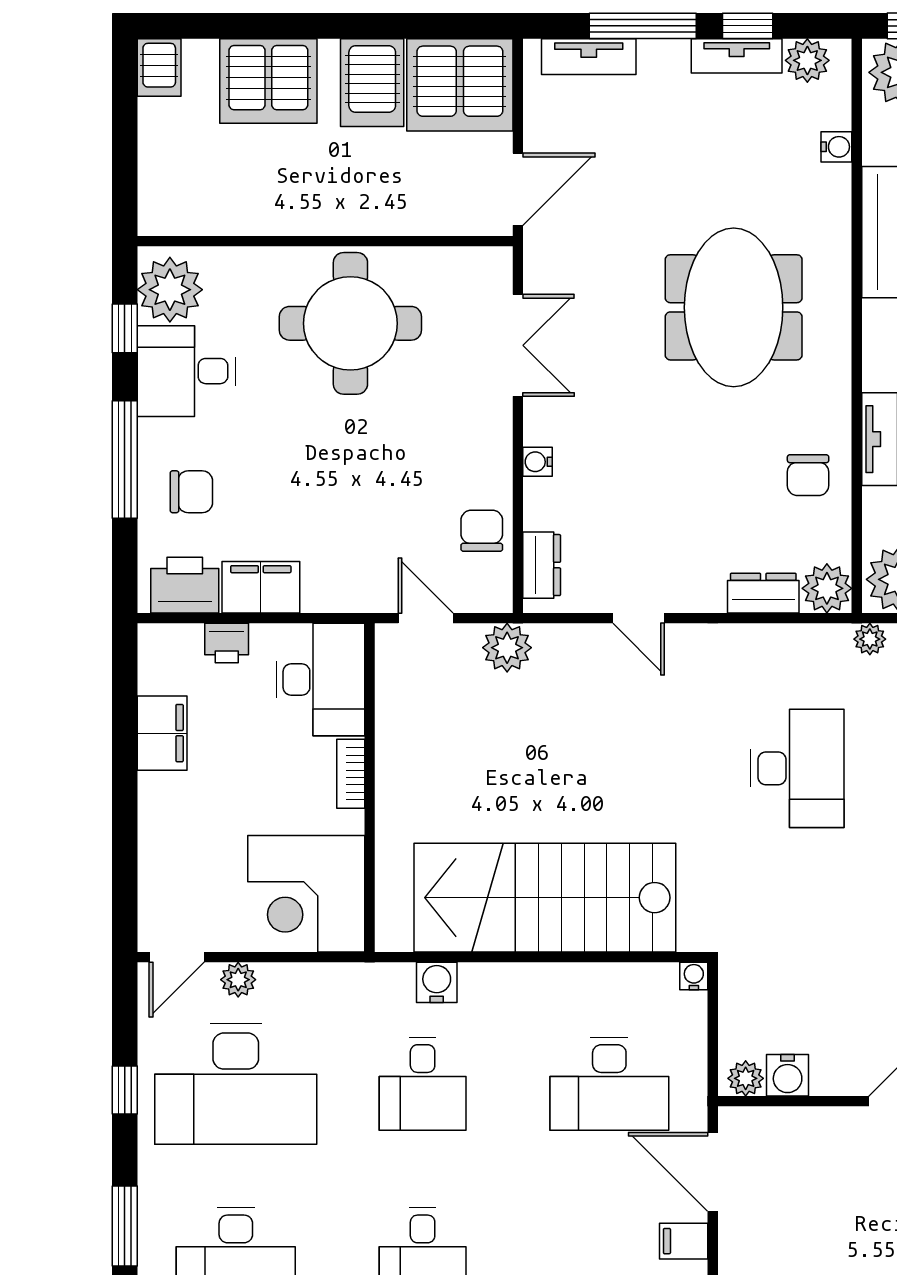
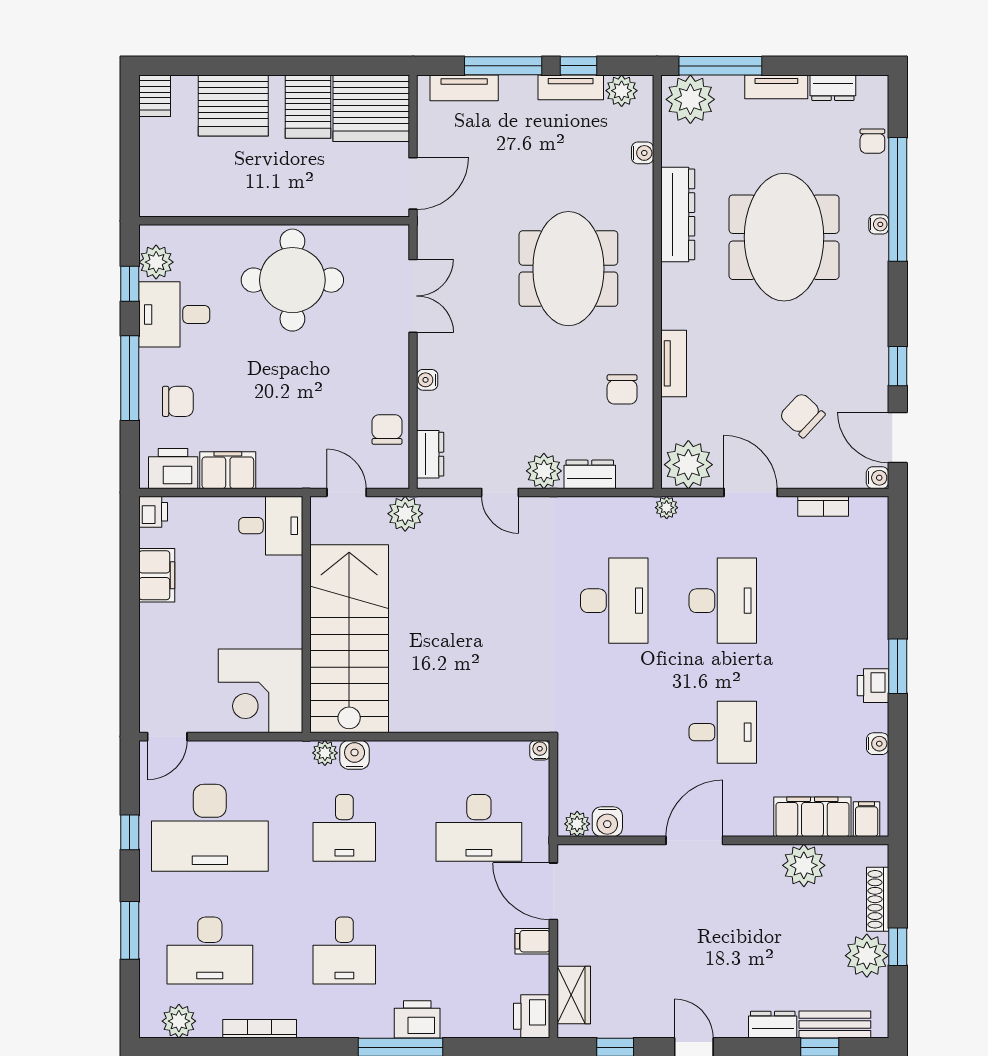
plant: (170, 290) -> (156, 262), width x0.73, depth x0.73
plant: (827, 588) -> (544, 471), moved
printer: (227, 643) -> (153, 512), moved, turned -90
desk: (320, 680) -> (271, 526), width x0.73
bookcase: (351, 774) -> (293, 605), removed
stairs: (545, 898) -> (349, 639), moved, turned 90
plant: (238, 980) -> (325, 753), moved

